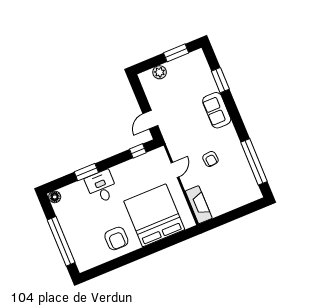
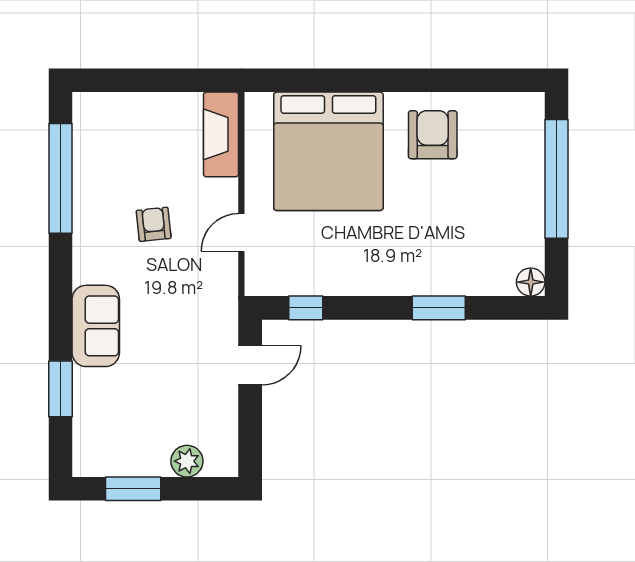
desk: (101, 187) -> (419, 262), removed

